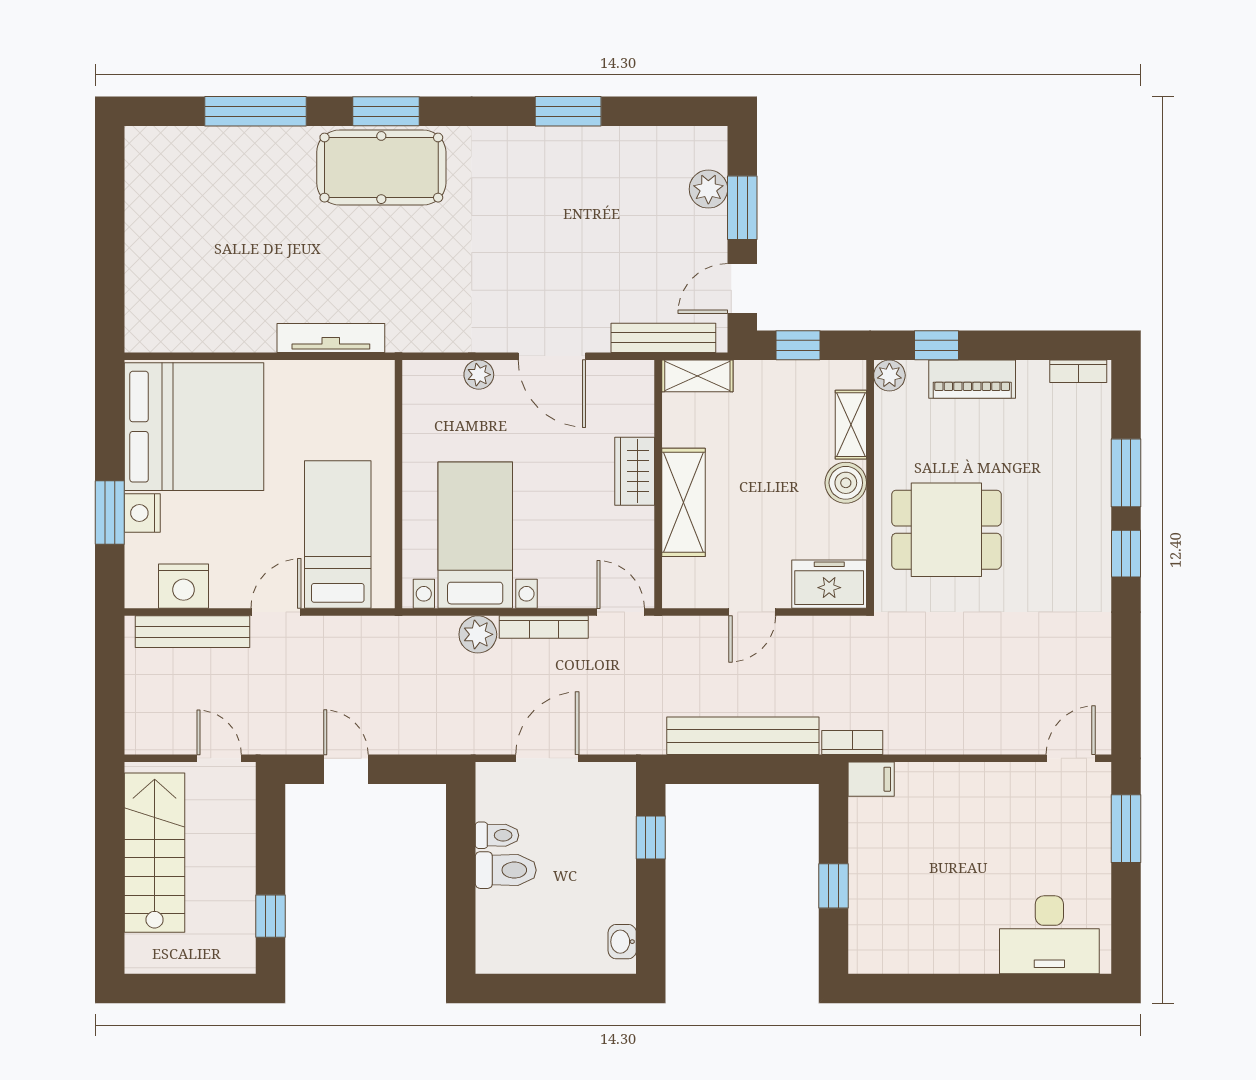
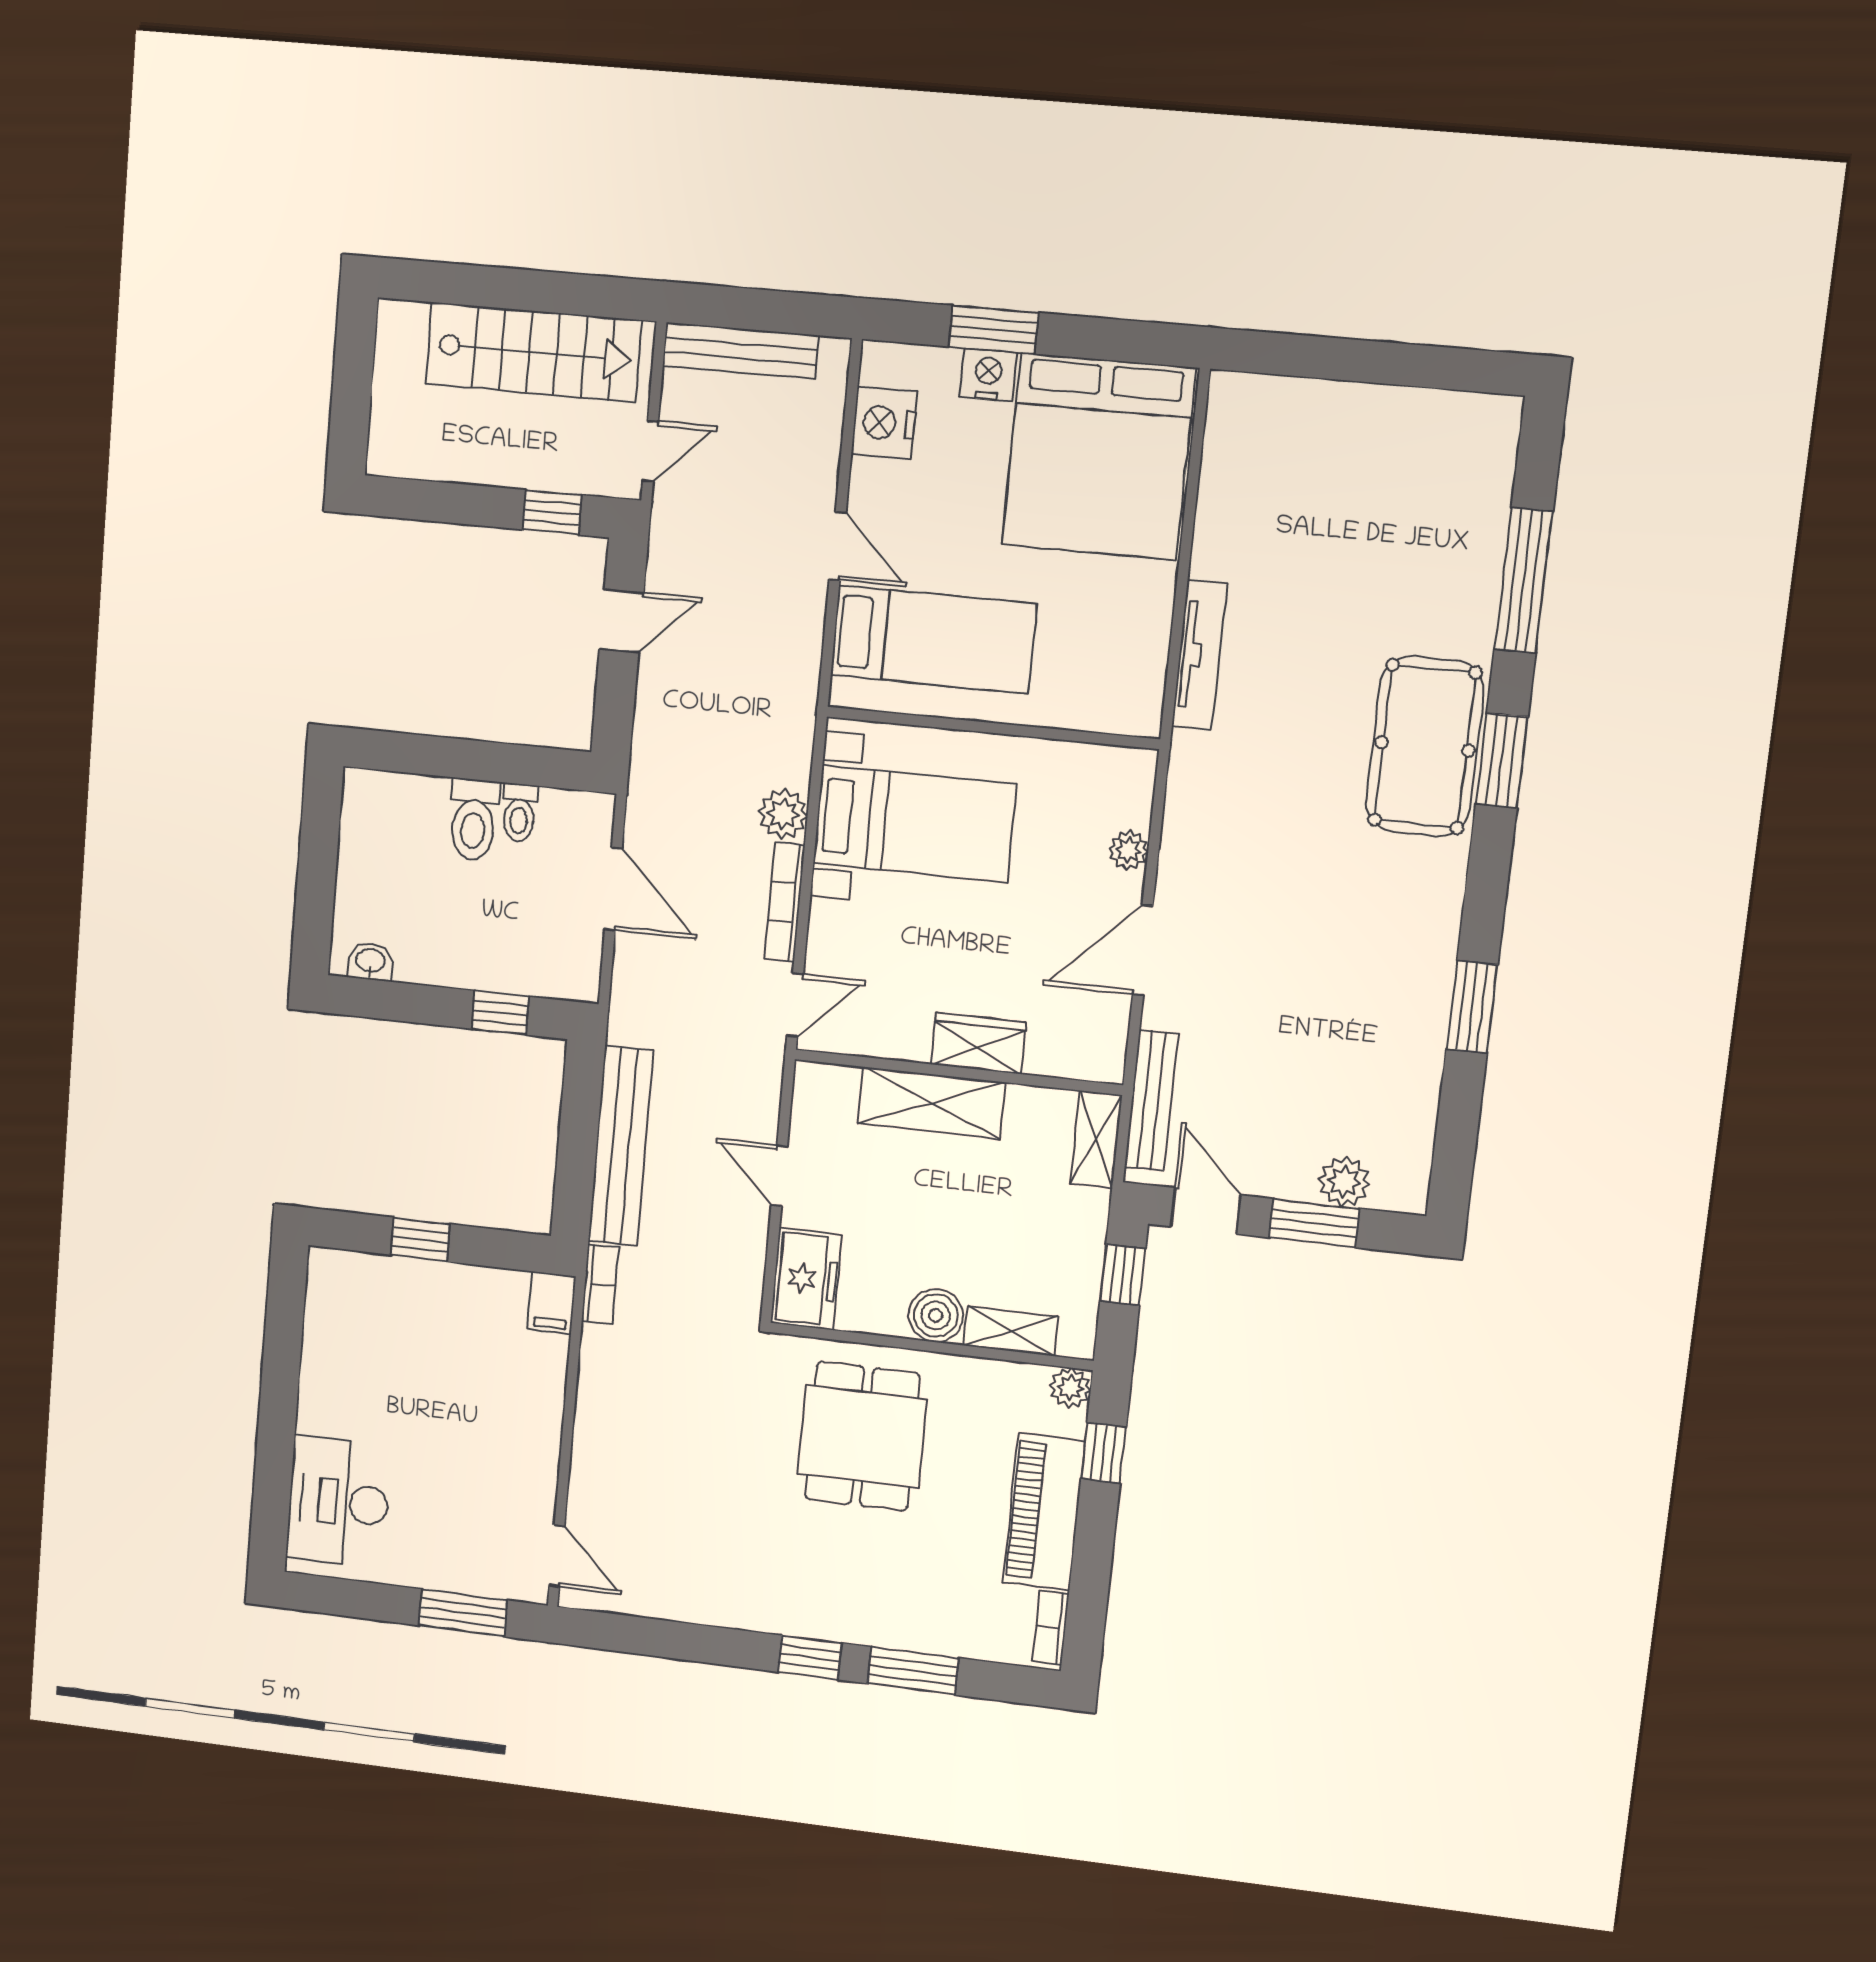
piano: (972, 379) -> (1044, 1512), width x1.37, depth x1.33
bench: (192, 632) -> (740, 351), moved, turned 90
window: (271, 916) -> (552, 512), moved

